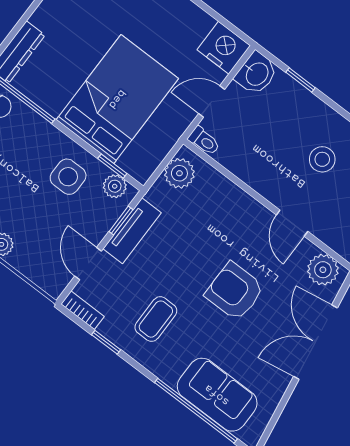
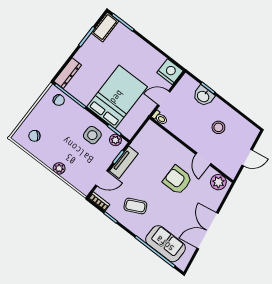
washbasin: (256, 73) -> (203, 96), moved, turned 90
plant: (179, 173) -> (148, 134), removed
door: (88, 264) -> (102, 178), swing flipped
armchair: (235, 291) -> (178, 180), moved
coffee table: (156, 319) -> (135, 206), turned 64
double door: (315, 342) -> (207, 231), moved

